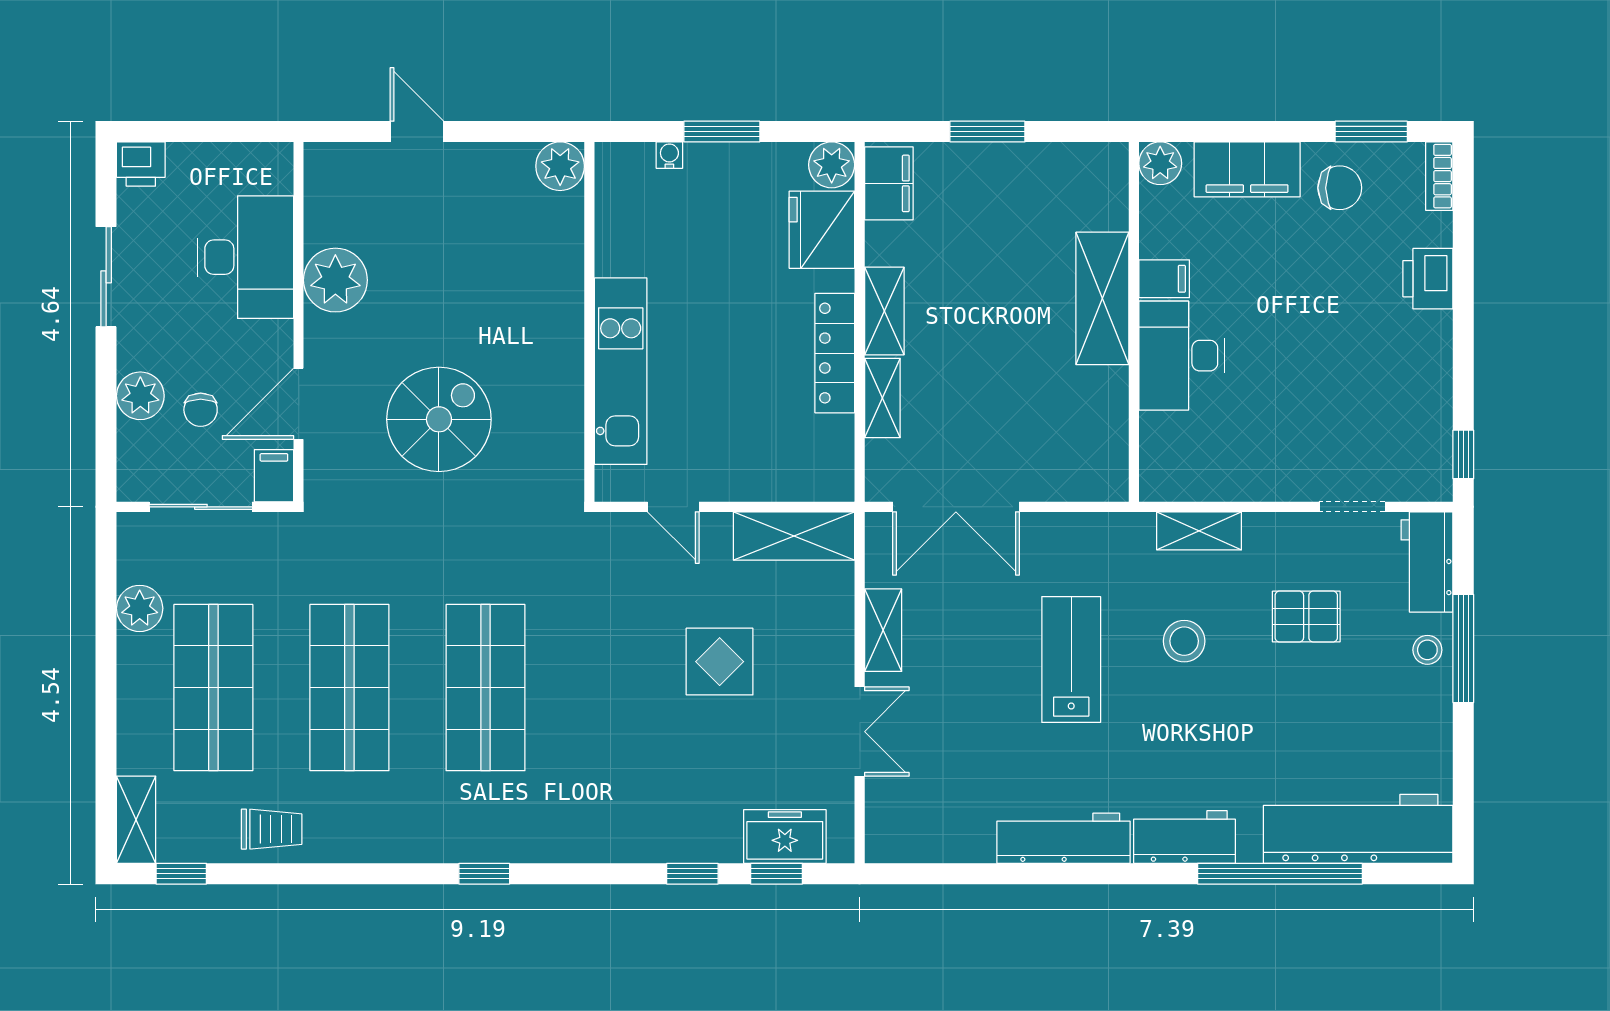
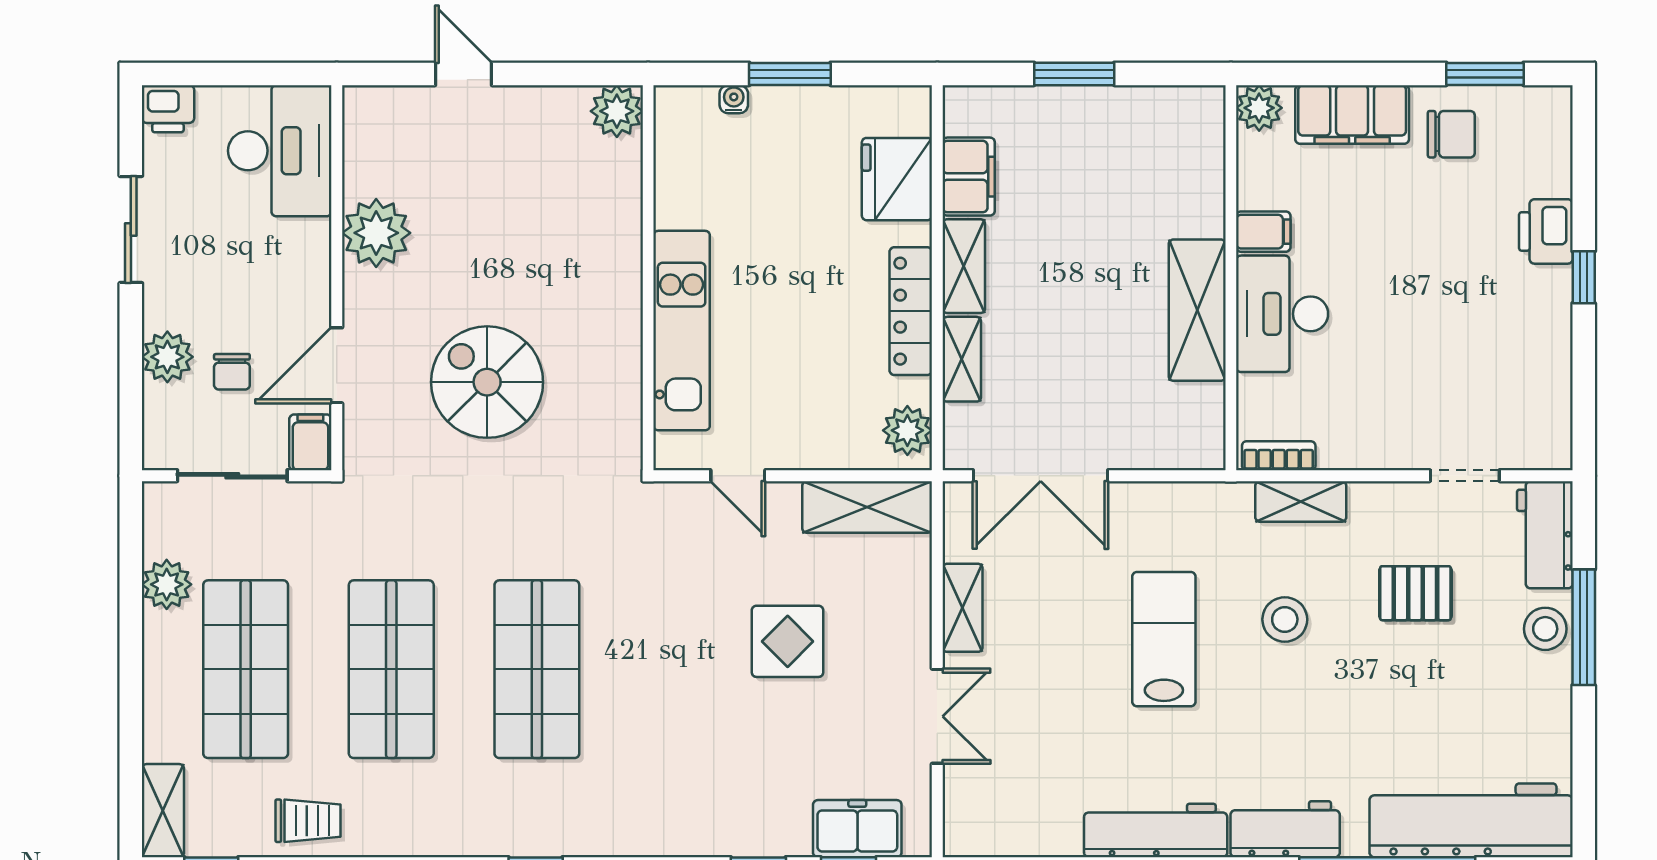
plant: (832, 165) -> (907, 430), moved
bookcase: (1439, 176) -> (1279, 456), moved, turned 90
filing cabinet: (889, 183) -> (969, 177), moved
desk: (245, 257) -> (280, 151), moved
shelving: (1102, 298) -> (1197, 310), moved
spiral stairs: (439, 419) -> (487, 382), turned -90
window: (1463, 454) -> (1584, 277), moved
stool: (1427, 650) -> (1545, 629), width x1.37, depth x1.37

